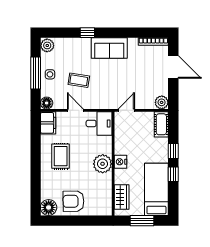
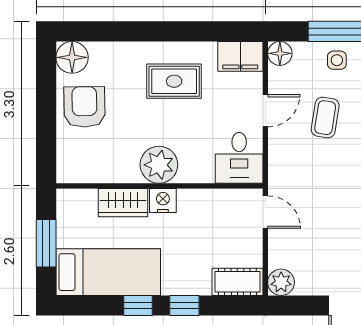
wardrobe: (122, 197) -> (123, 203), moved

